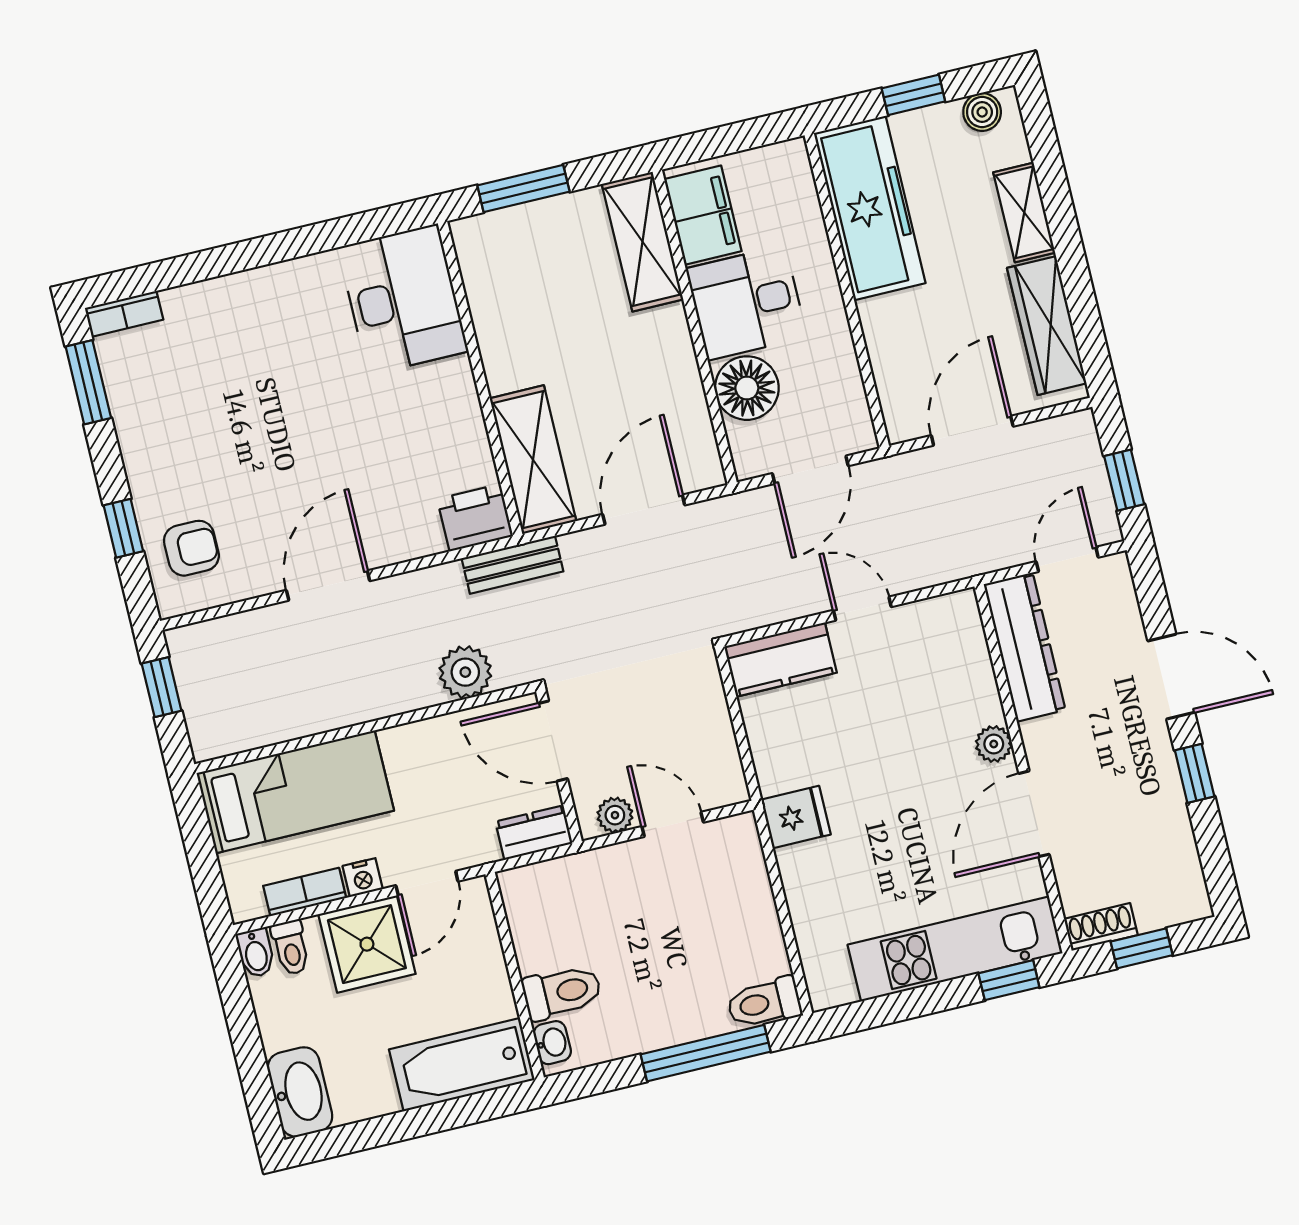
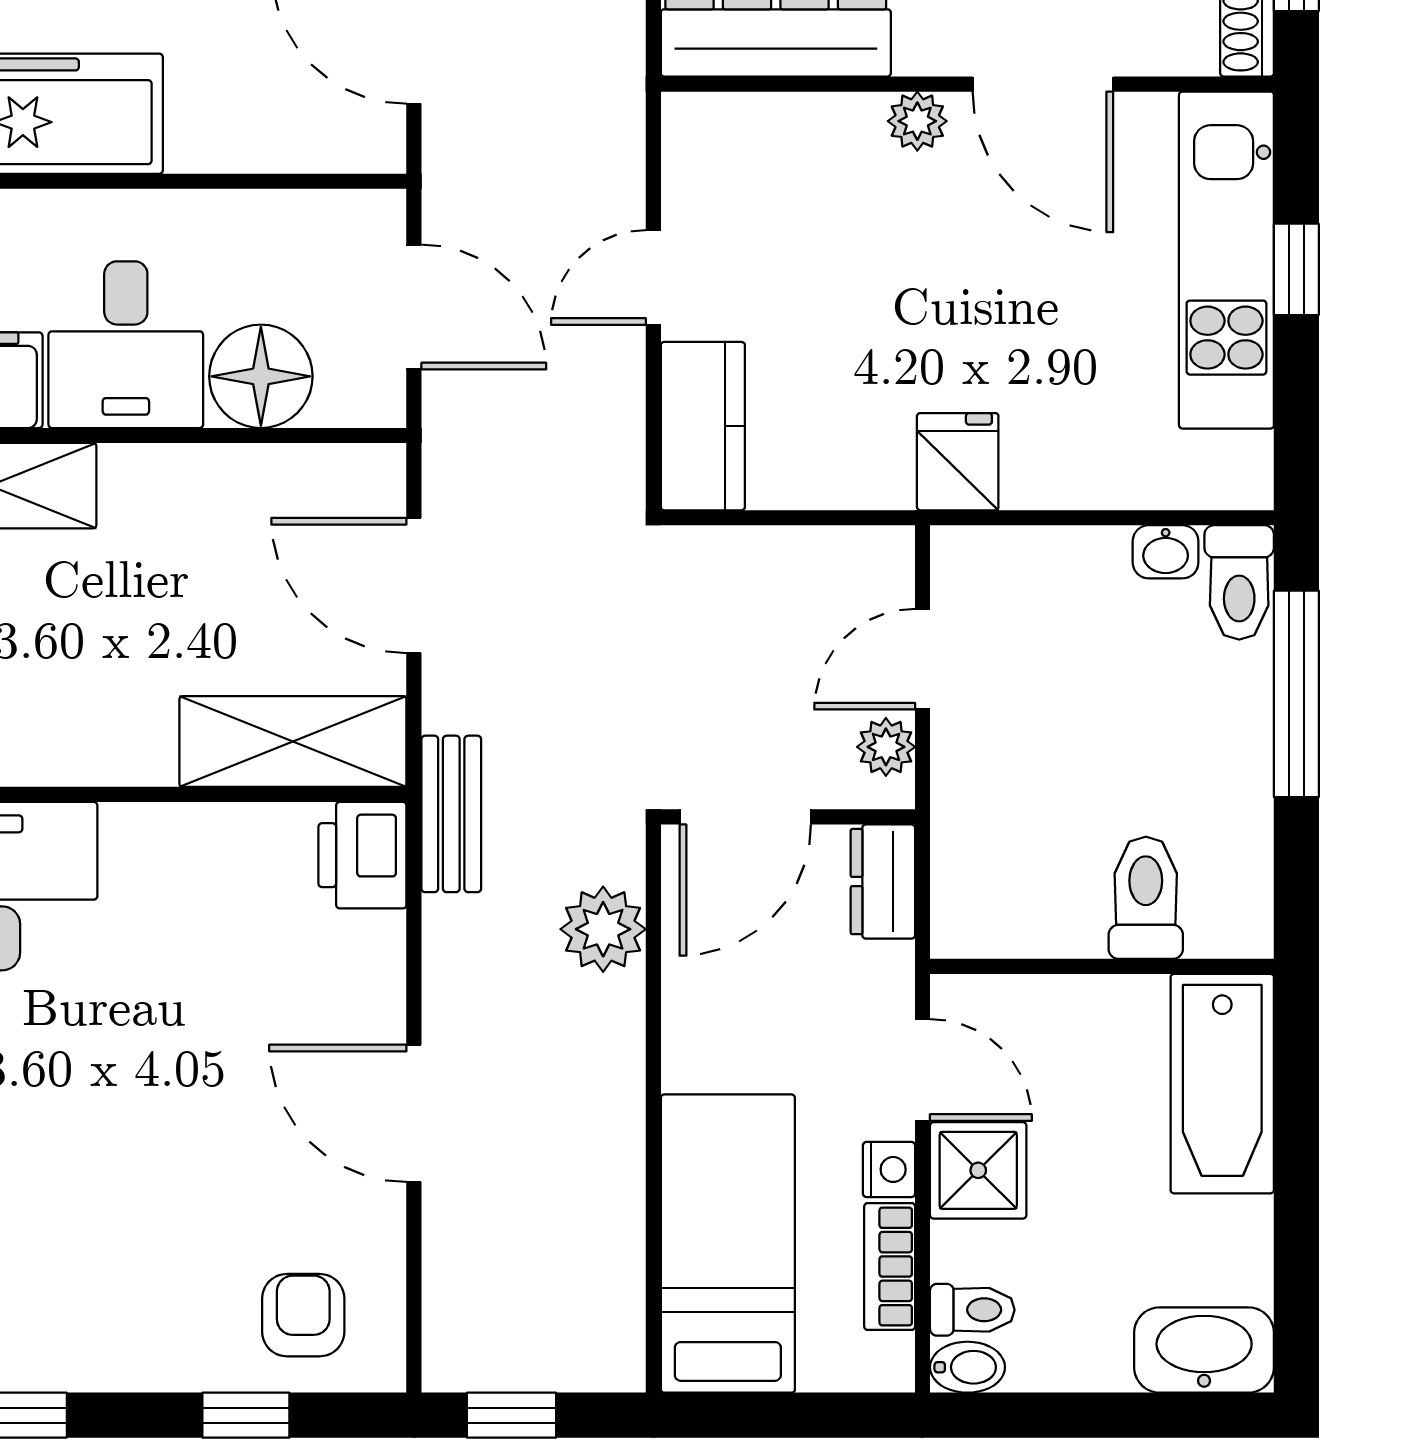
shower: (367, 944) -> (978, 1170), width x0.73, depth x0.73
window: (1009, 980) -> (1296, 269), moved
washbasin: (552, 1043) -> (1166, 552), moved, turned 180

